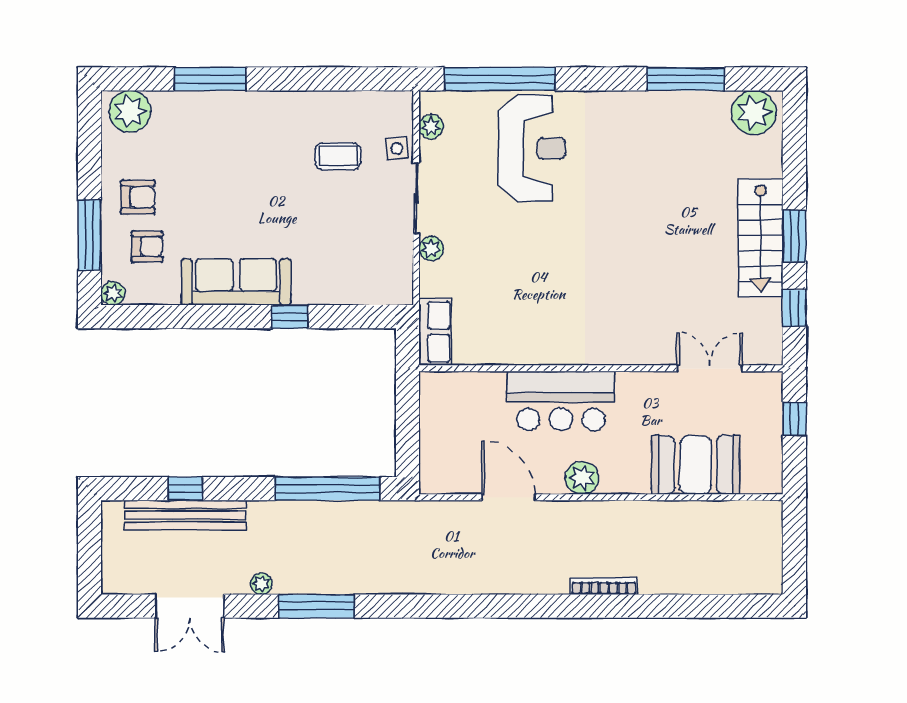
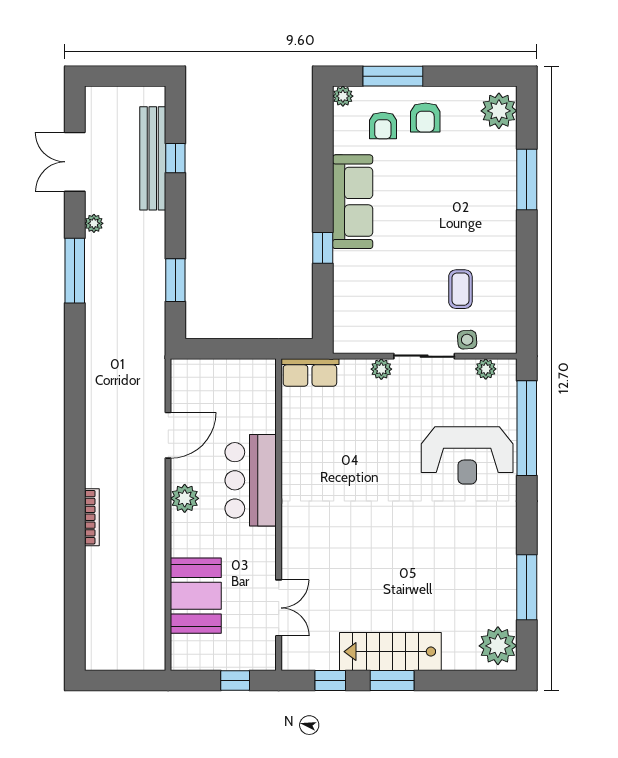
window: (327, 489) -> (175, 280), width x0.47

